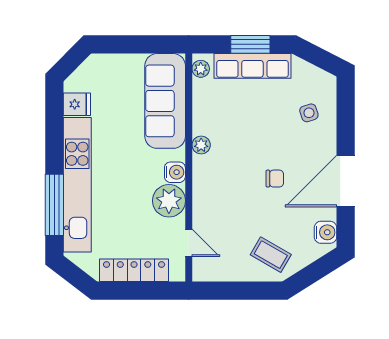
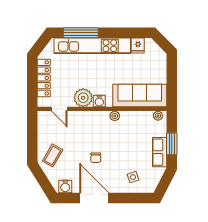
row of seats: (252, 66) -> (160, 152), width x0.68
door: (189, 243) -> (59, 109), hinge flipped

